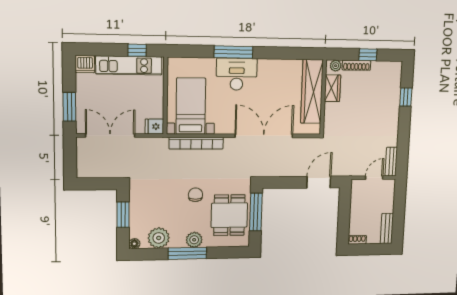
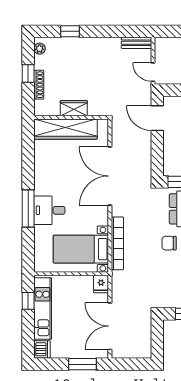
plant: (336, 66) -> (40, 49), moved
desk: (237, 74) -> (49, 210), width x0.73
wardrobe: (332, 88) -> (74, 108), moved
door: (374, 178) -> (153, 72), moved

